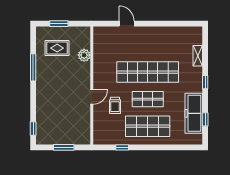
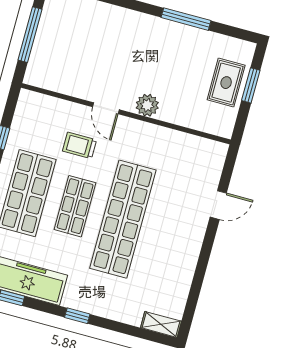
rug: (57, 48) -> (226, 83), moved
plant: (84, 55) -> (147, 105), moved
shelving: (198, 56) -> (161, 324), moved
window: (64, 147) -> (30, 35), width x1.44

